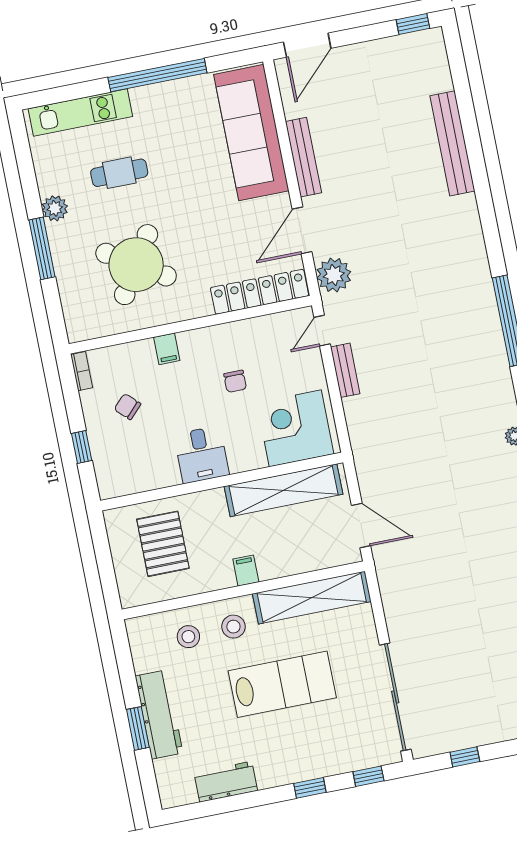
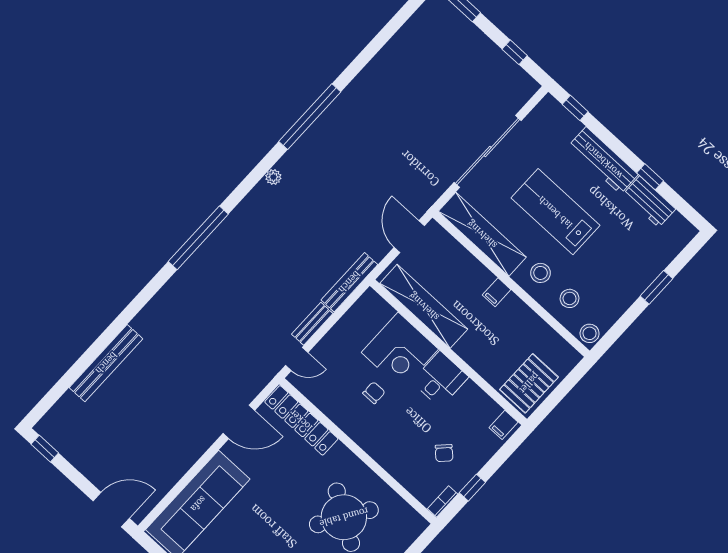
bench: (303, 157) -> (349, 282), moved
plant: (334, 275) -> (253, 378), removed
filing cabinet: (167, 349) -> (503, 425), moved, turned 180
corner desk: (295, 428) -> (400, 351), moved
window: (82, 447) -> (472, 488), moved
pallet: (163, 544) -> (529, 383), moved
stool: (141, 631) -> (590, 333), added
sliding door: (395, 697) -> (488, 151), moved
workbench: (159, 714) -> (603, 160), moved, turned -90
window: (310, 788) -> (650, 177), moved

